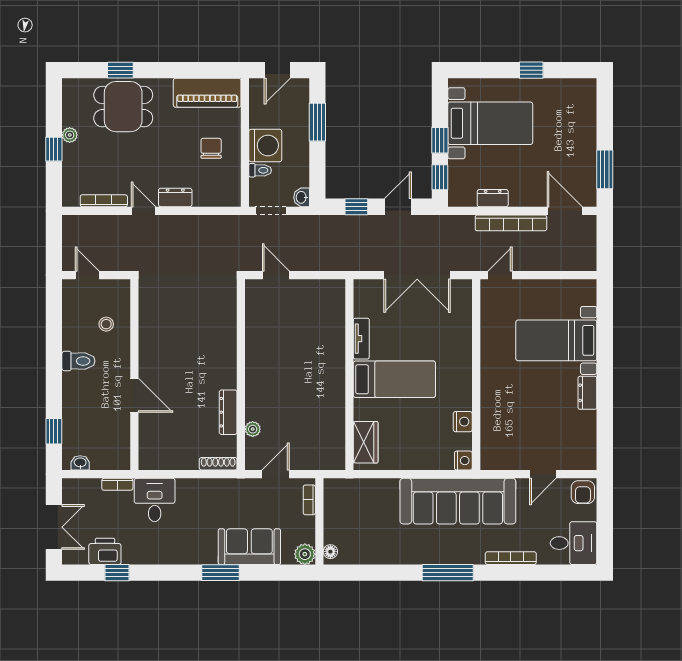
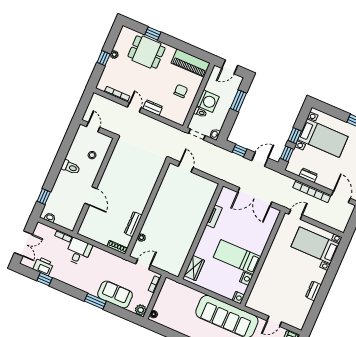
bed with nightstands: (556, 340) -> (315, 245), moved
bed: (394, 379) -> (237, 257), moved, turned 180

